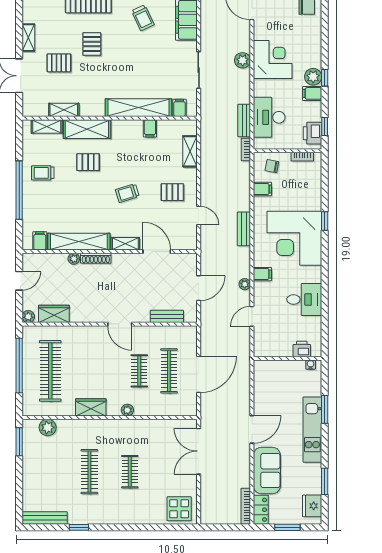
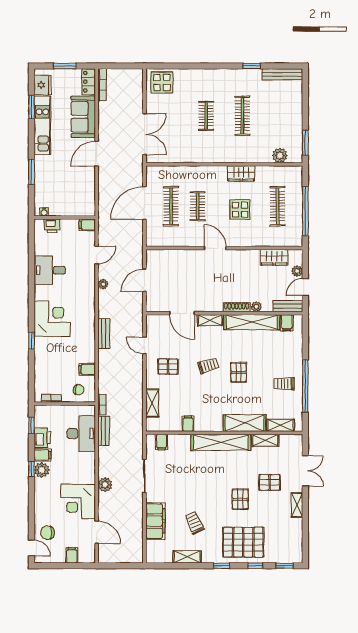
corner desk: (273, 59) -> (78, 501), moved
shelving: (139, 108) -> (221, 442), moved
printer: (312, 133) -> (42, 438), moved
pallet: (88, 162) -> (239, 372), moved, turned 90
trolley: (43, 173) -> (284, 384), turned 180
window: (19, 190) -> (305, 386), moved
corner desk: (294, 238) -> (52, 319), width x0.74, depth x0.74
filing cabinet: (262, 274) -> (87, 225), moved
bench: (167, 316) -> (288, 306), moved
plant: (28, 317) -> (297, 271), moved
display table: (92, 367) -> (240, 210), added
clothes rail: (50, 371) -> (277, 206), width x0.73, depth x0.76
plant: (127, 410) -> (208, 171), removed
kitchen unit: (312, 430) -> (42, 125), moved

